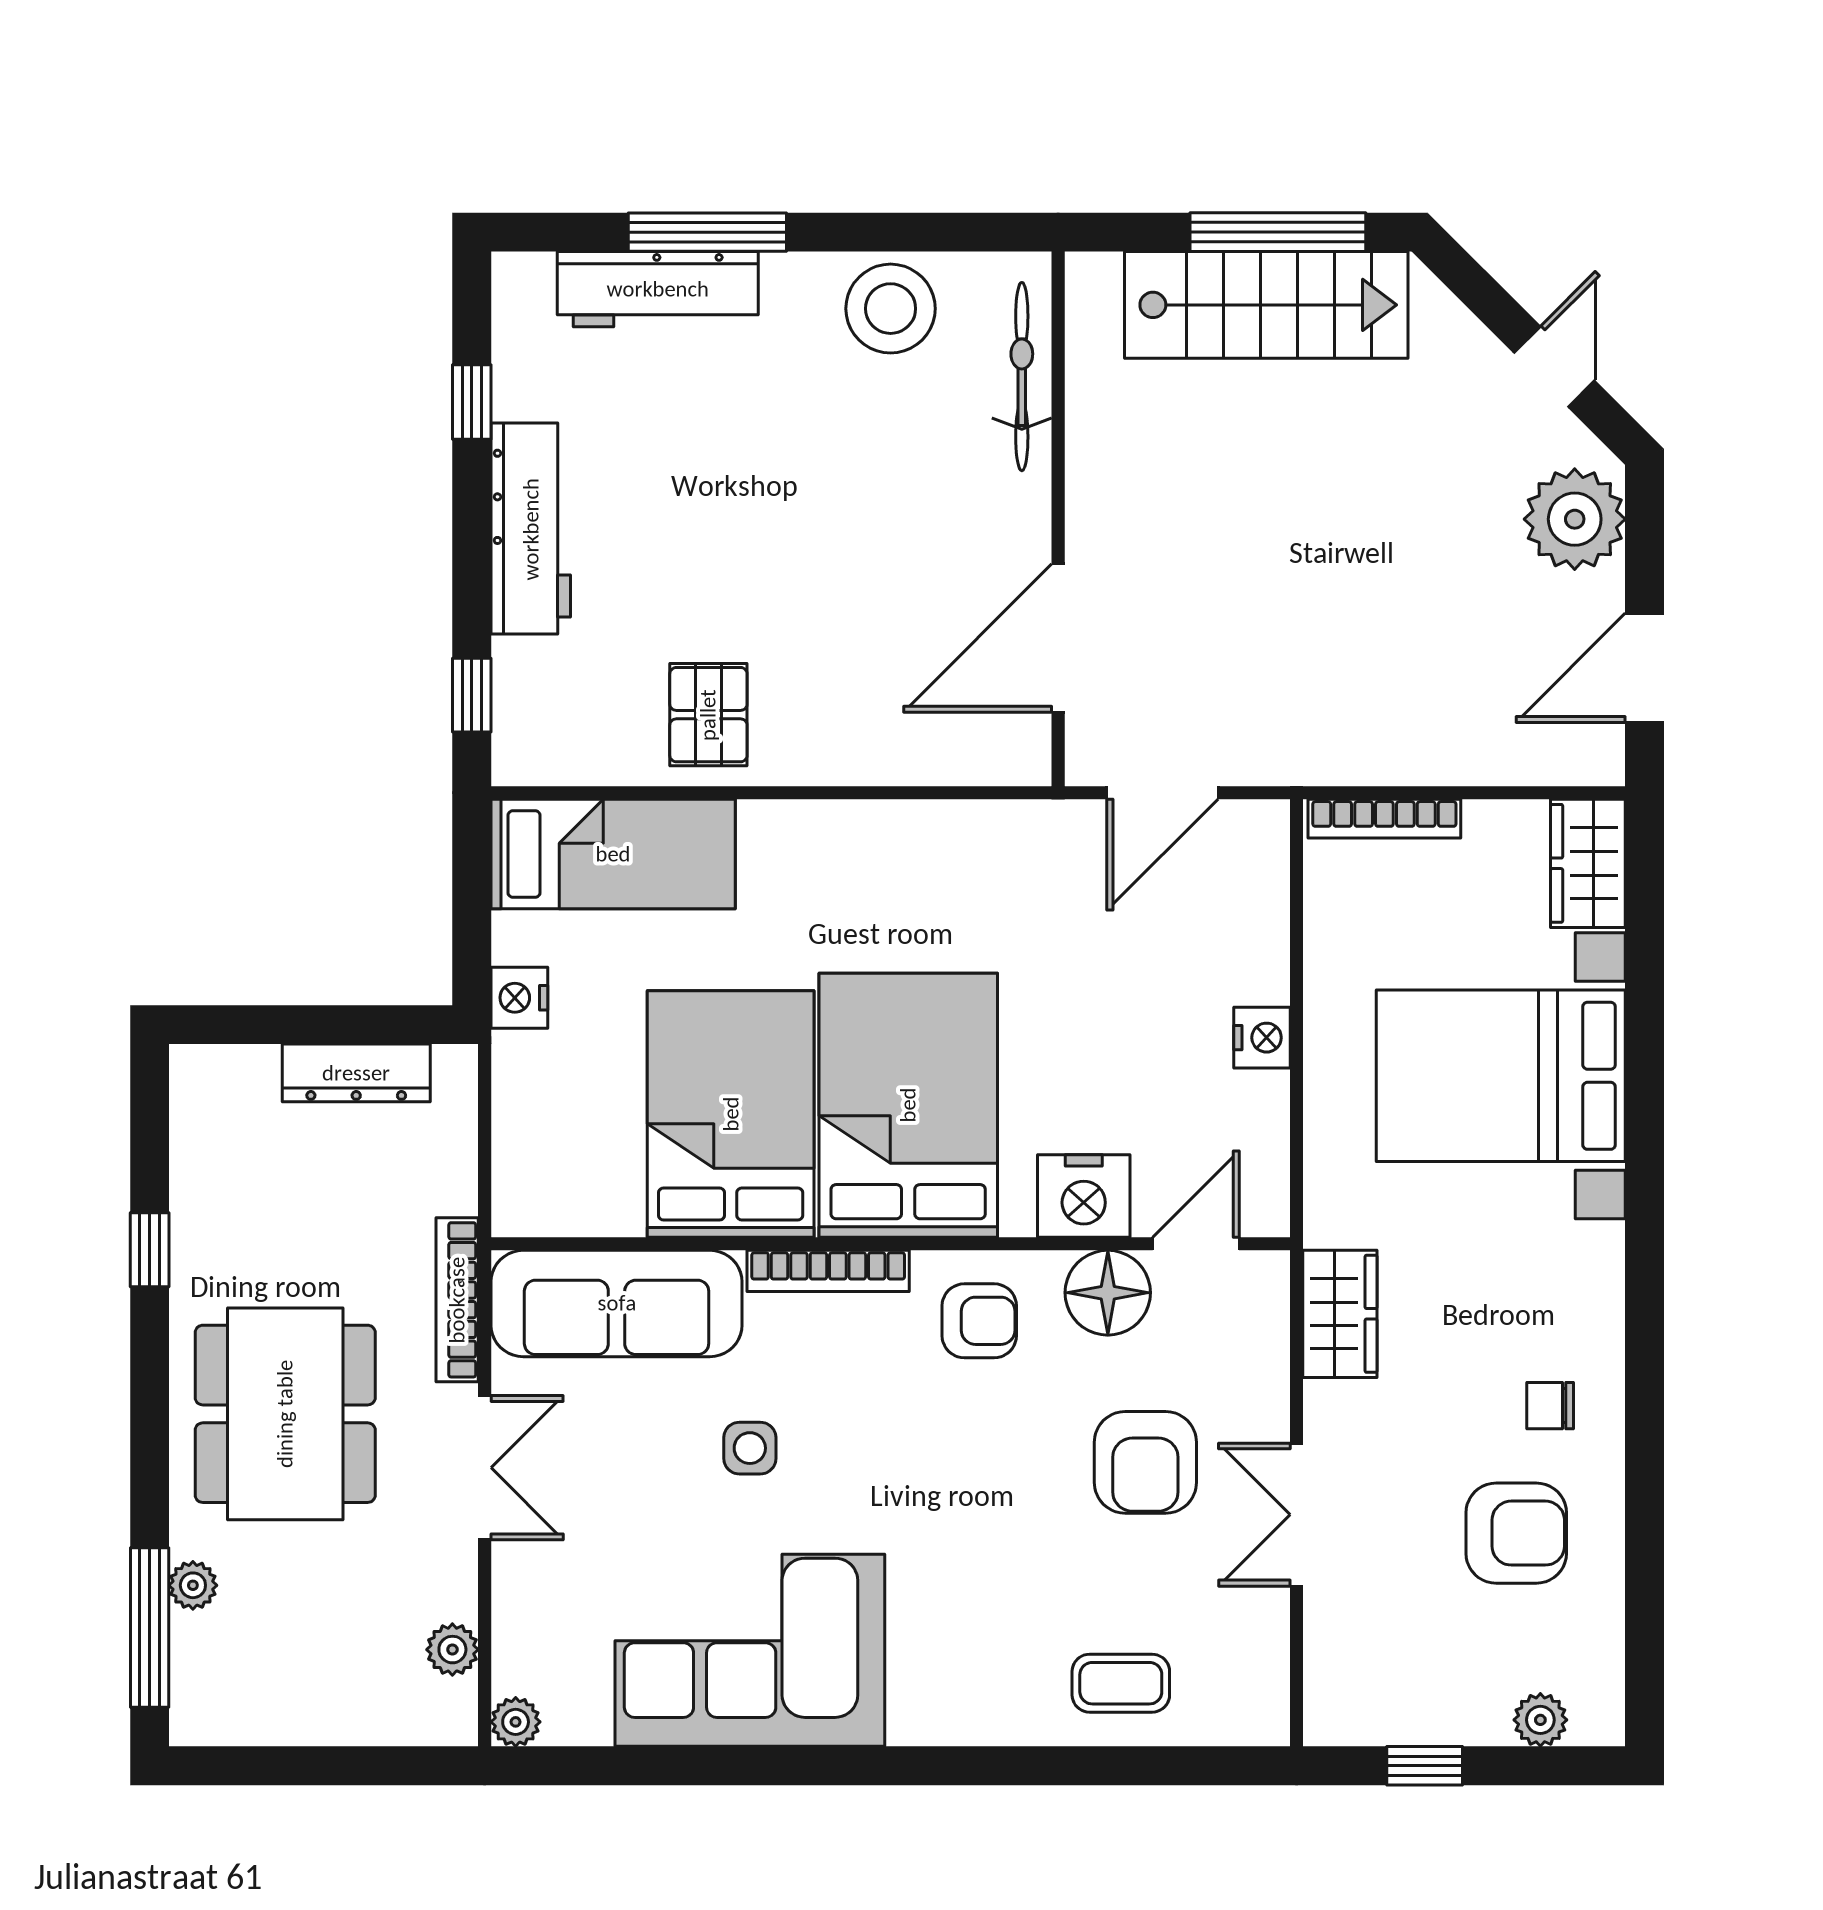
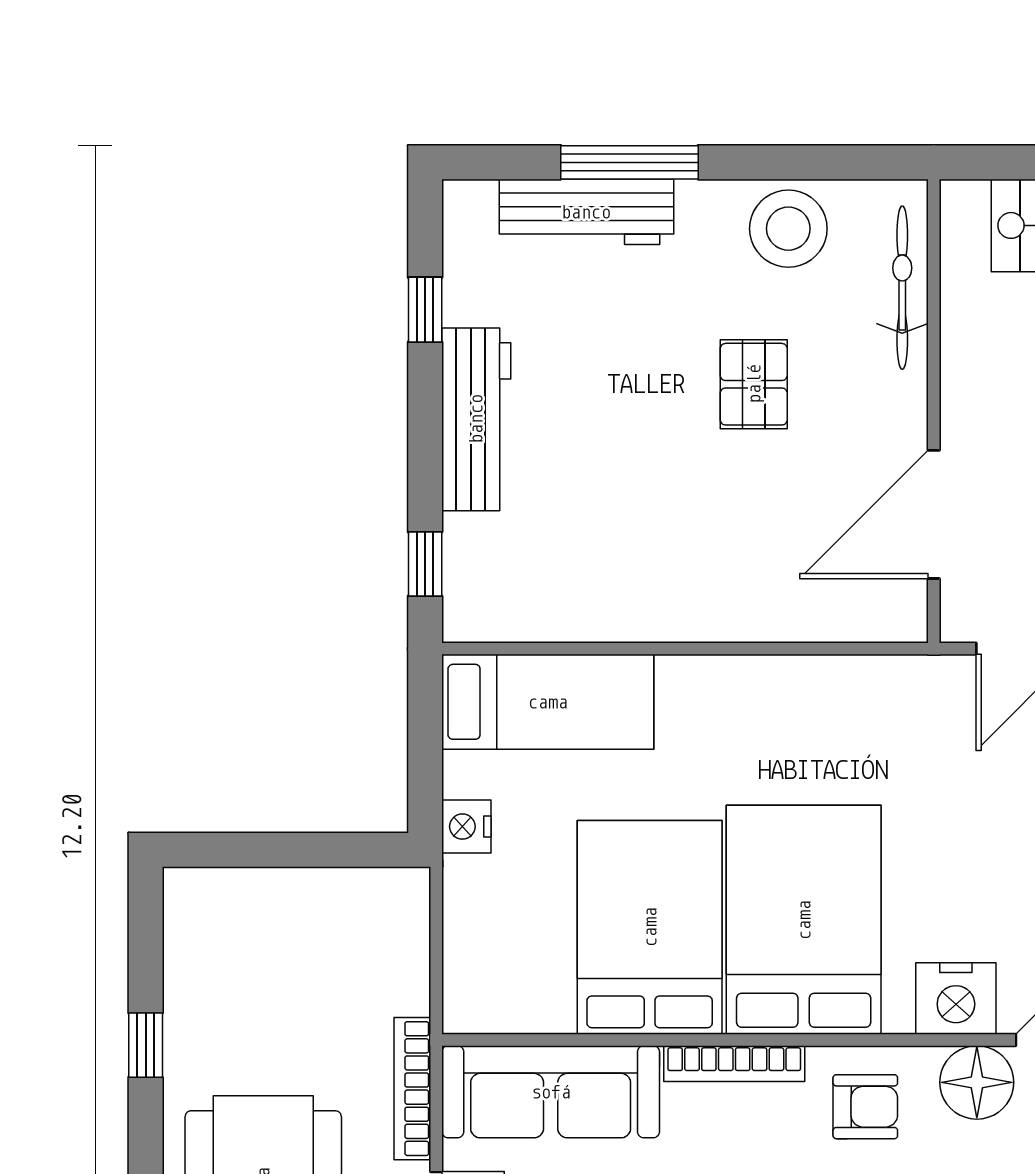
pallet: (708, 715) -> (754, 384), moved
dresser: (356, 1073) -> (325, 892), removed

